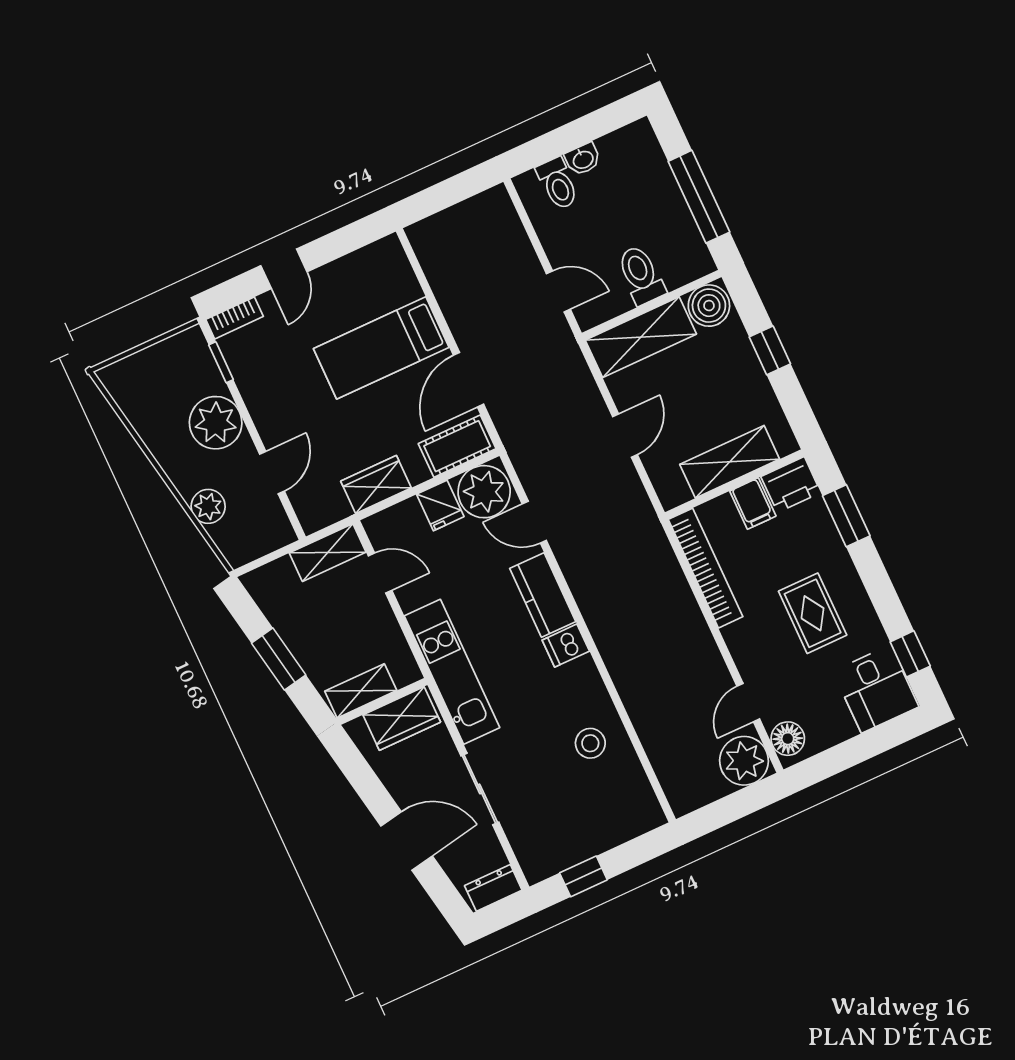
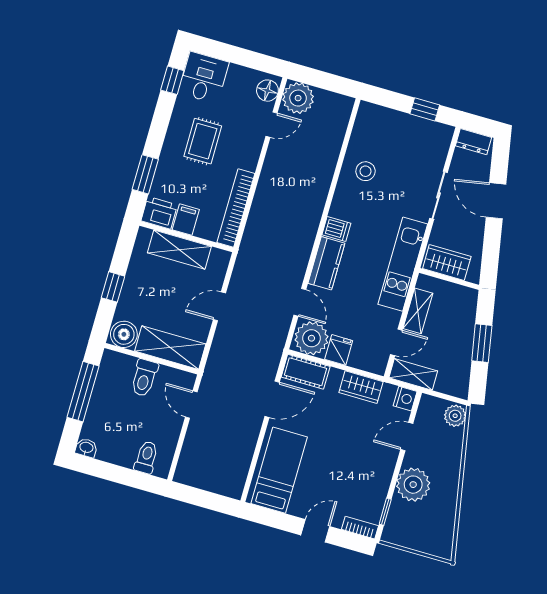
washbasin: (583, 159) -> (86, 448), moved
bed: (381, 348) -> (279, 470), moved, turned -90
plant: (208, 506) -> (455, 416), moved
nightstand: (313, 516) -> (405, 399), added
door: (380, 573) -> (396, 342), swing flipped
shelving: (361, 691) -> (418, 311), moved, turned 90

